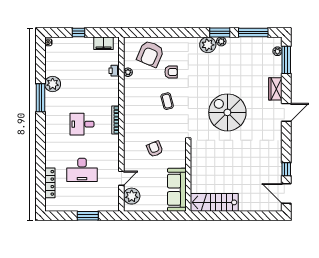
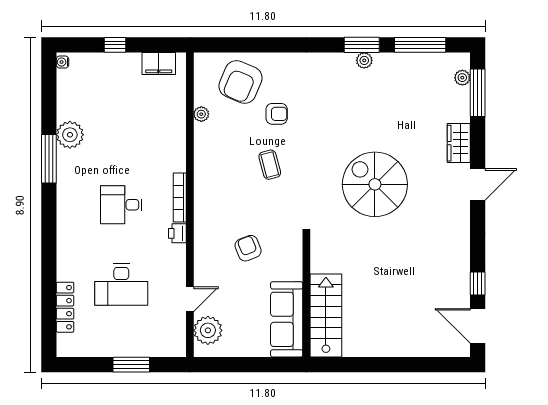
plant: (208, 45) -> (341, 66), removed
printer: (114, 71) -> (177, 233), moved
stairs: (214, 202) -> (326, 315), moved, turned 90

